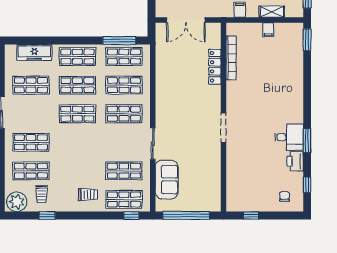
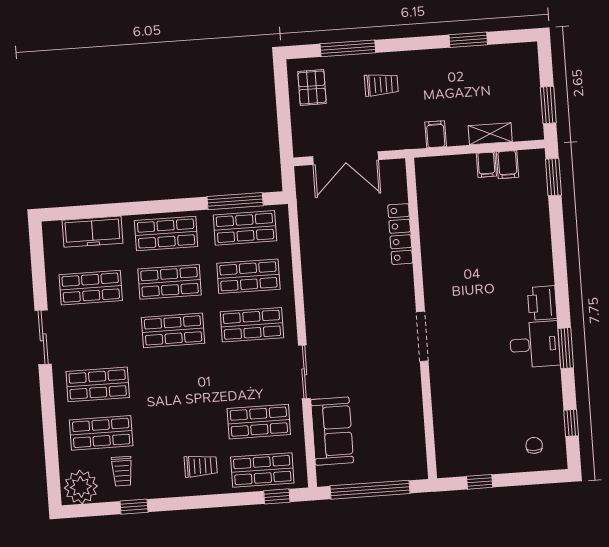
filing cabinet: (281, 31) -> (508, 165), added
bookcase: (231, 58) -> (427, 217), removed
printer: (295, 161) -> (542, 303), moved

